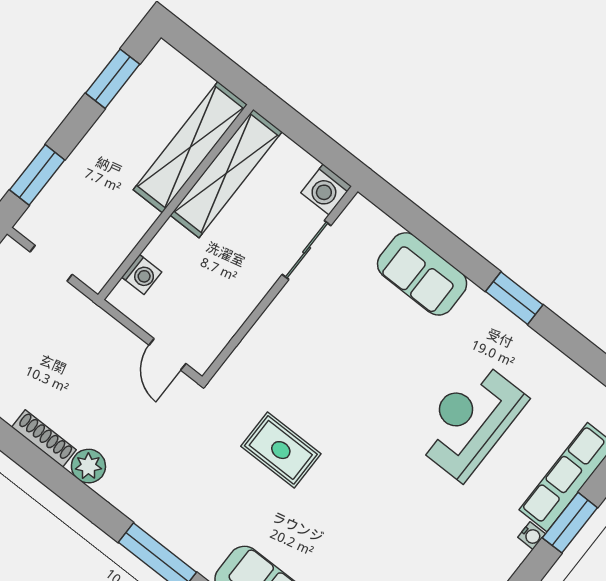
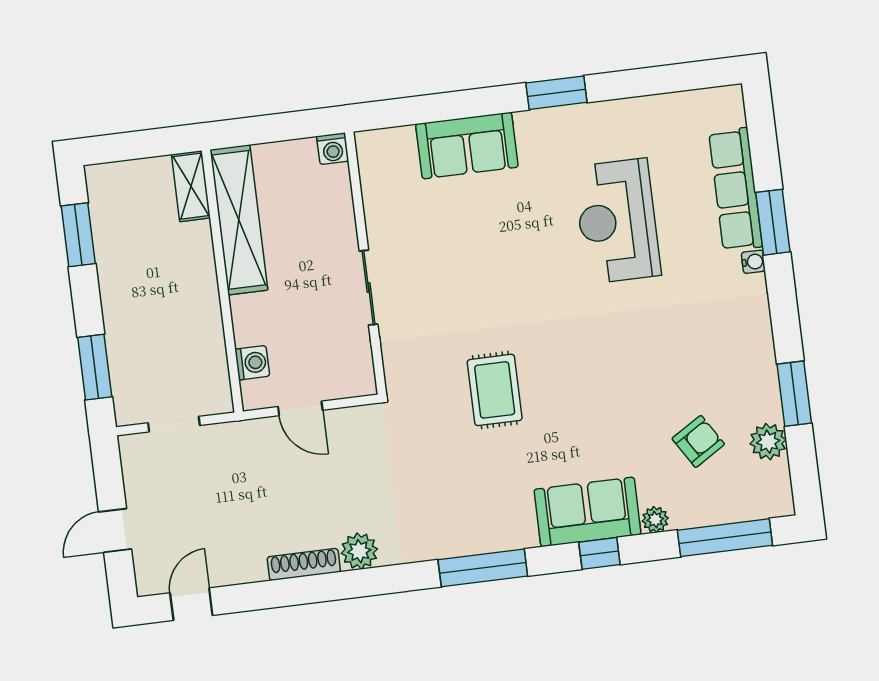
shelving: (190, 147) -> (191, 186), width x0.45, depth x0.75
washing machine: (326, 189) -> (333, 149), width x0.73, depth x0.73
sliding door: (307, 250) -> (369, 288), moved
door: (167, 354) -> (300, 408), moved
rug: (281, 450) -> (495, 390), turned 90

